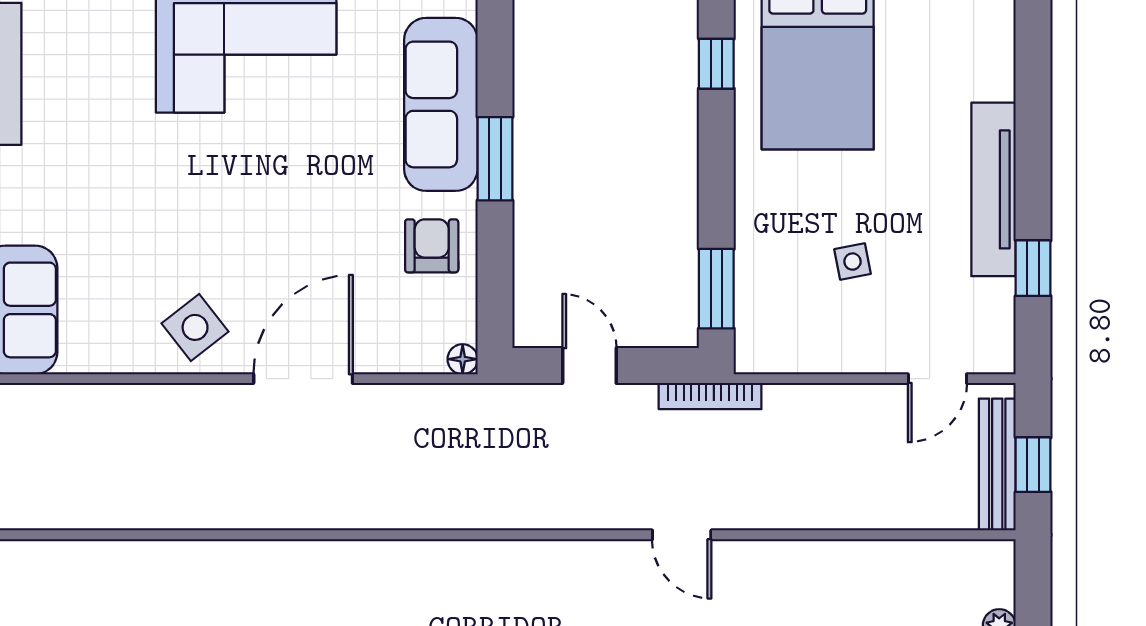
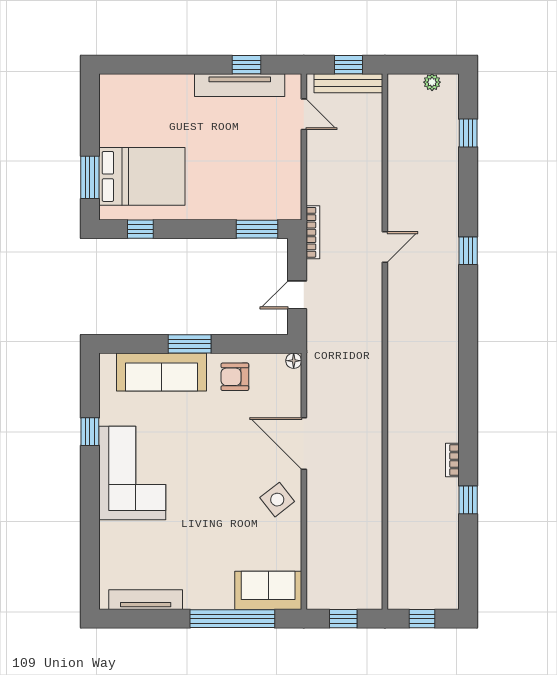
tv unit: (994, 189) -> (240, 85), moved
side table: (853, 262) -> (243, 158), removed

